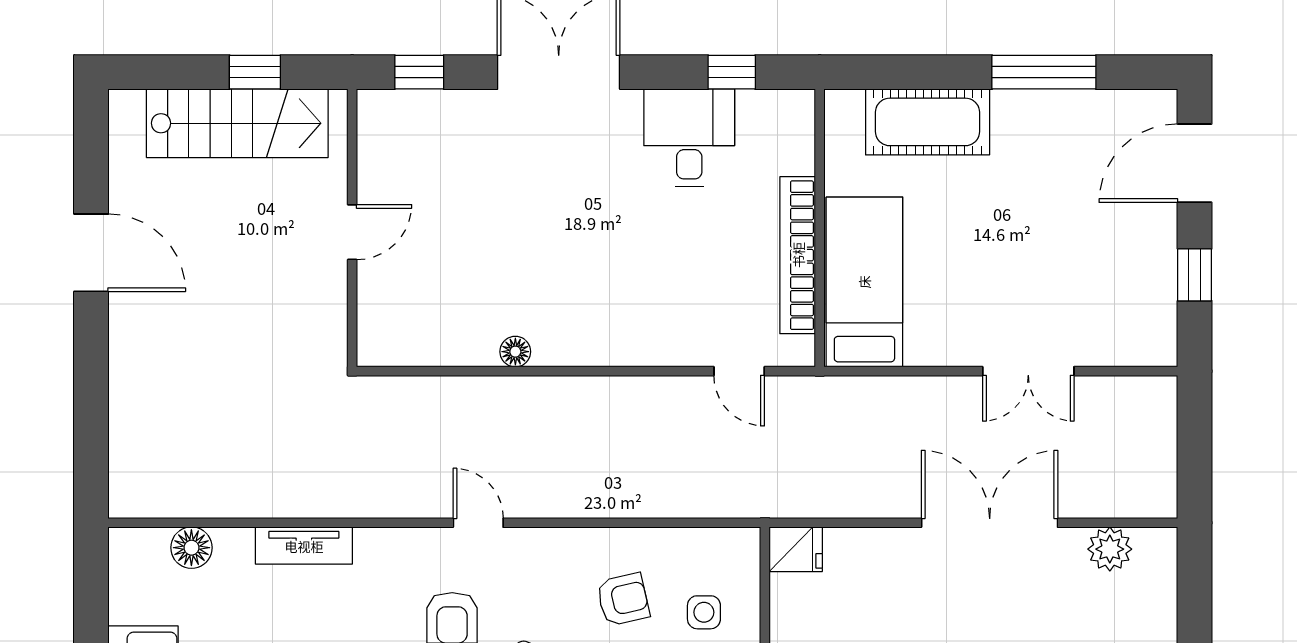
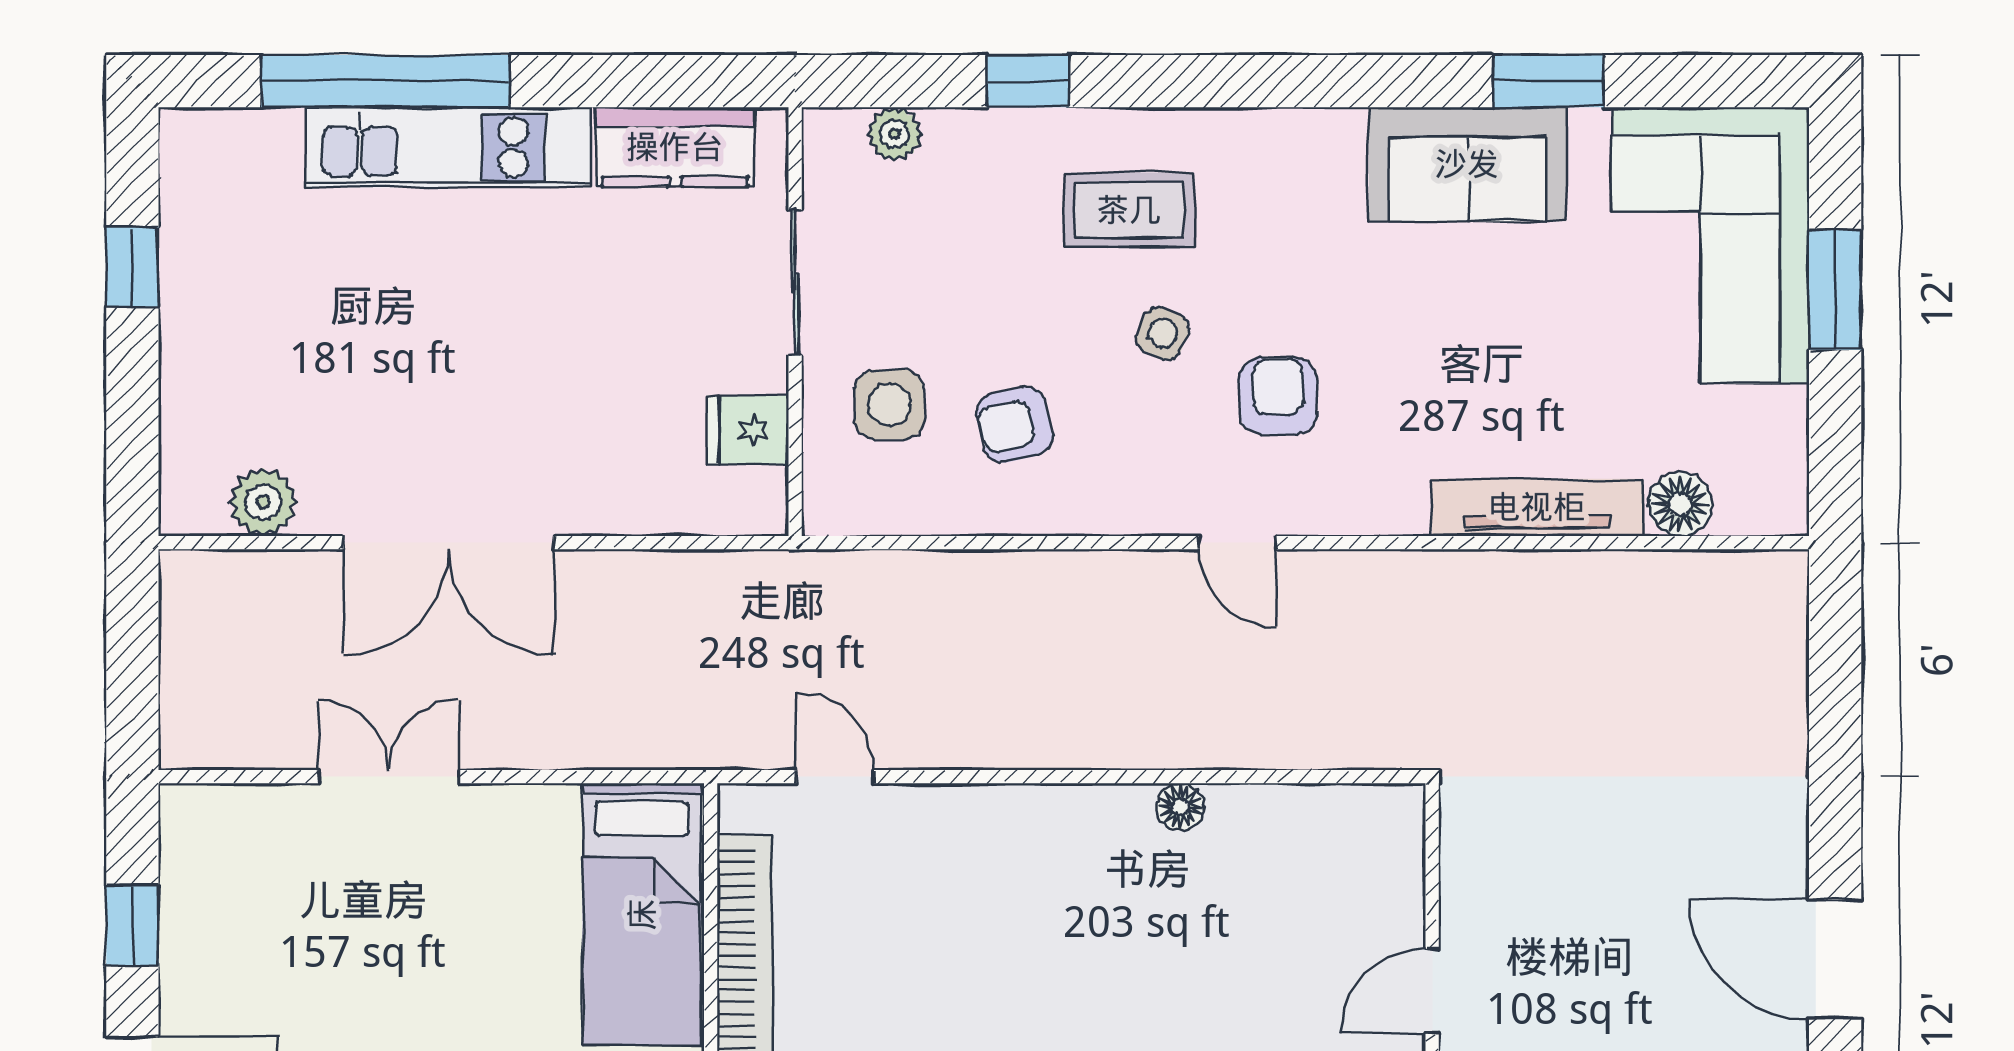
tv unit: (304, 546) -> (1537, 507), width x1.41
fridge: (796, 549) -> (748, 430), moved
side table: (704, 612) -> (889, 405), width x1.37, depth x1.37

